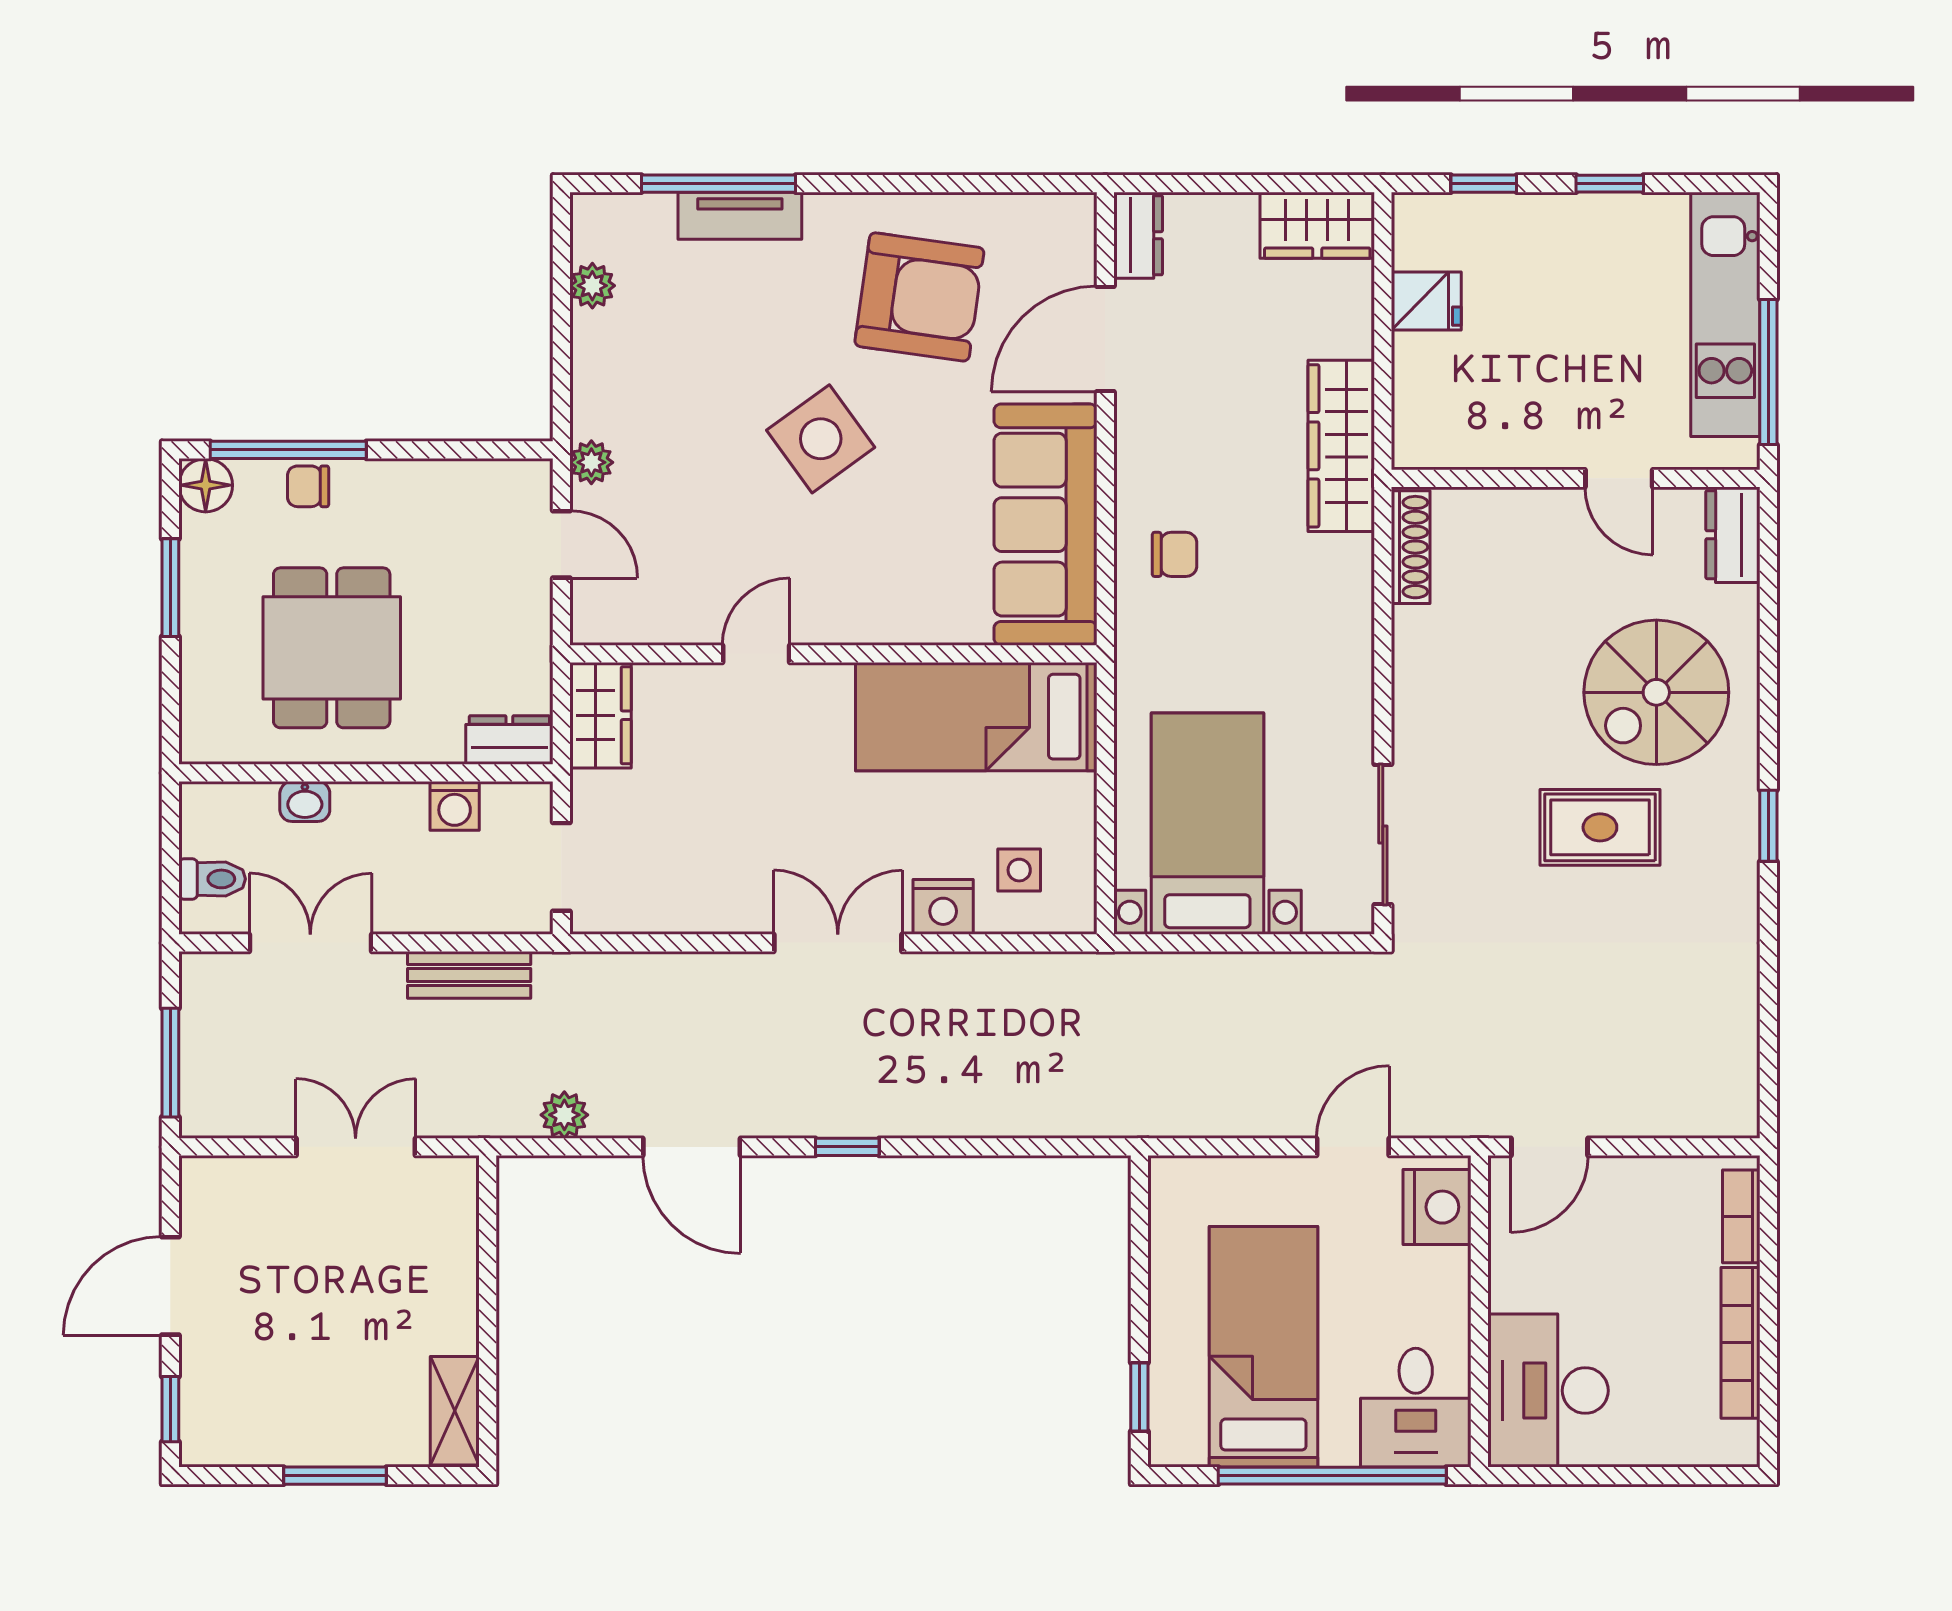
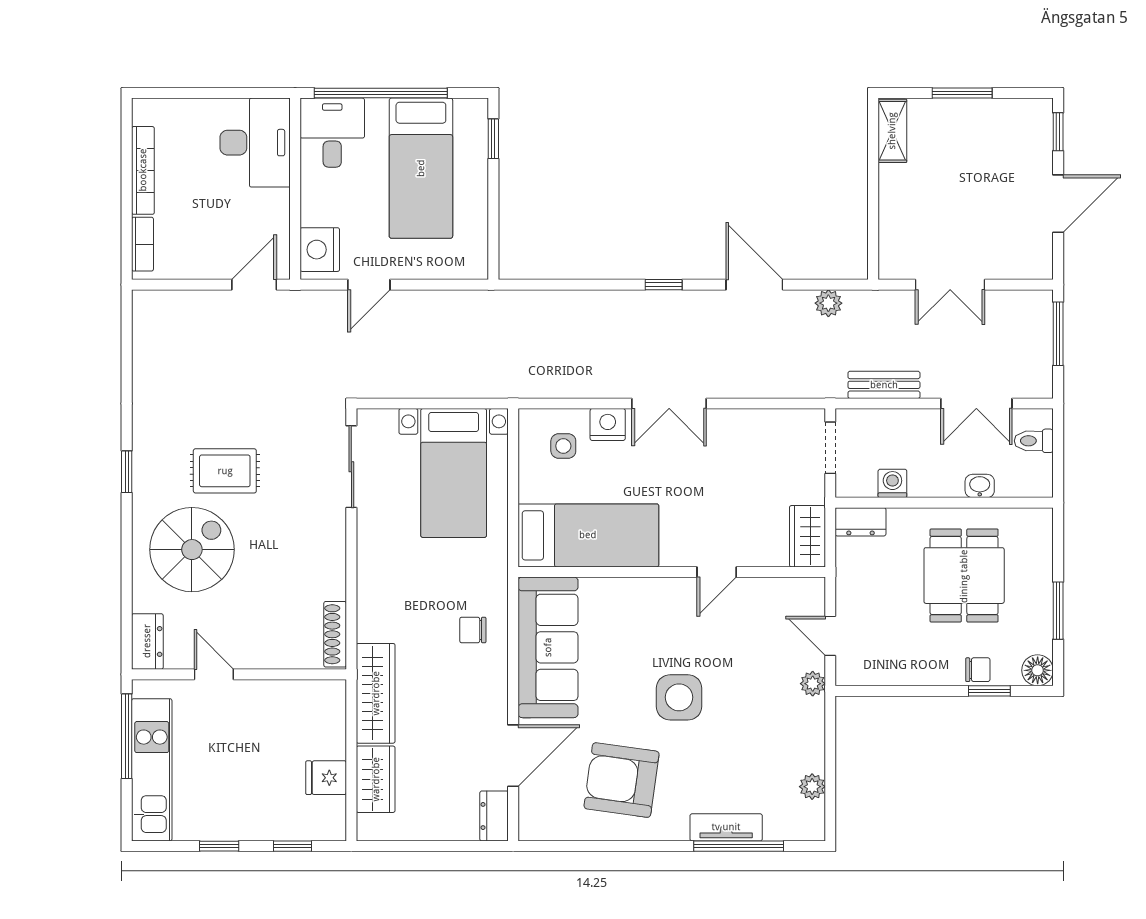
wardrobe: (1317, 225) -> (376, 779), moved, turned 90
side table: (821, 439) -> (679, 697), turned 36
window: (288, 450) -> (989, 691), width x0.46

